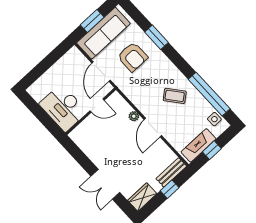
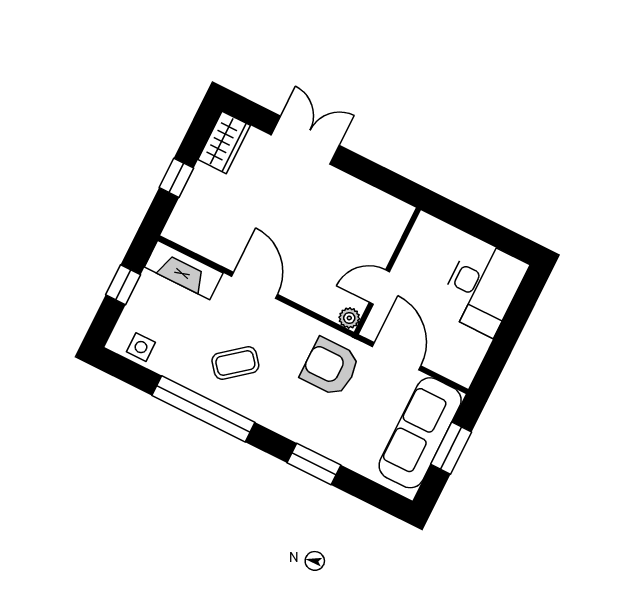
armchair: (133, 57) -> (330, 367), moved
window: (209, 94) -> (203, 409), moved
desk: (63, 108) -> (483, 287), moved, turned 90
plant: (134, 116) -> (349, 318), moved
fireplace: (199, 145) -> (184, 270), moved, turned 90
bench: (171, 172) -> (186, 212), removed

